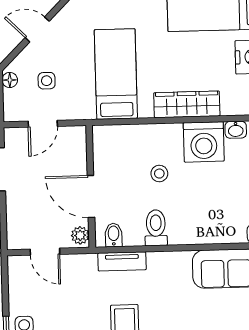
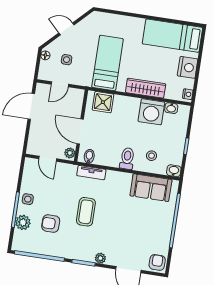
shower: (120, 141) -> (103, 102), added
stool: (159, 174) -> (152, 156), moved
toilet: (156, 228) -> (127, 158), moved

